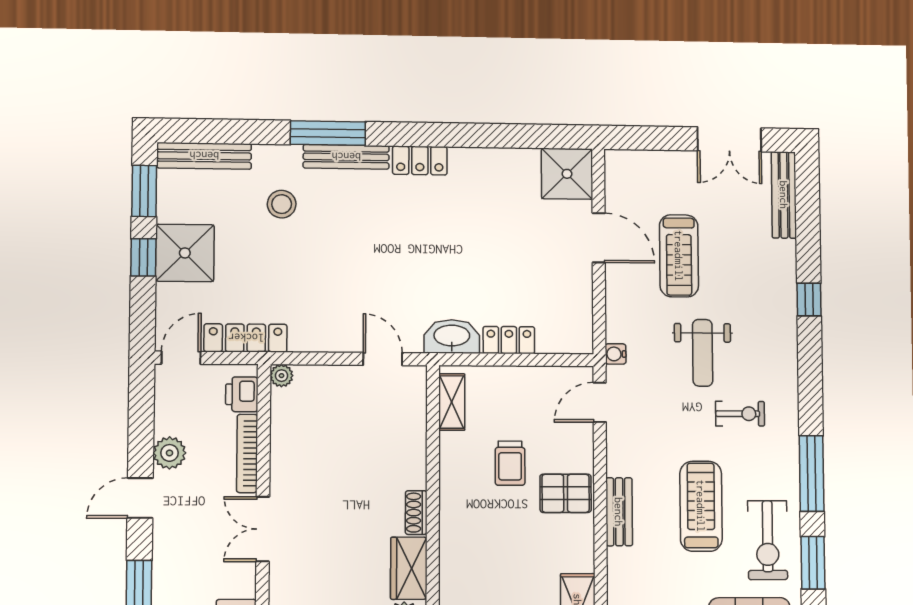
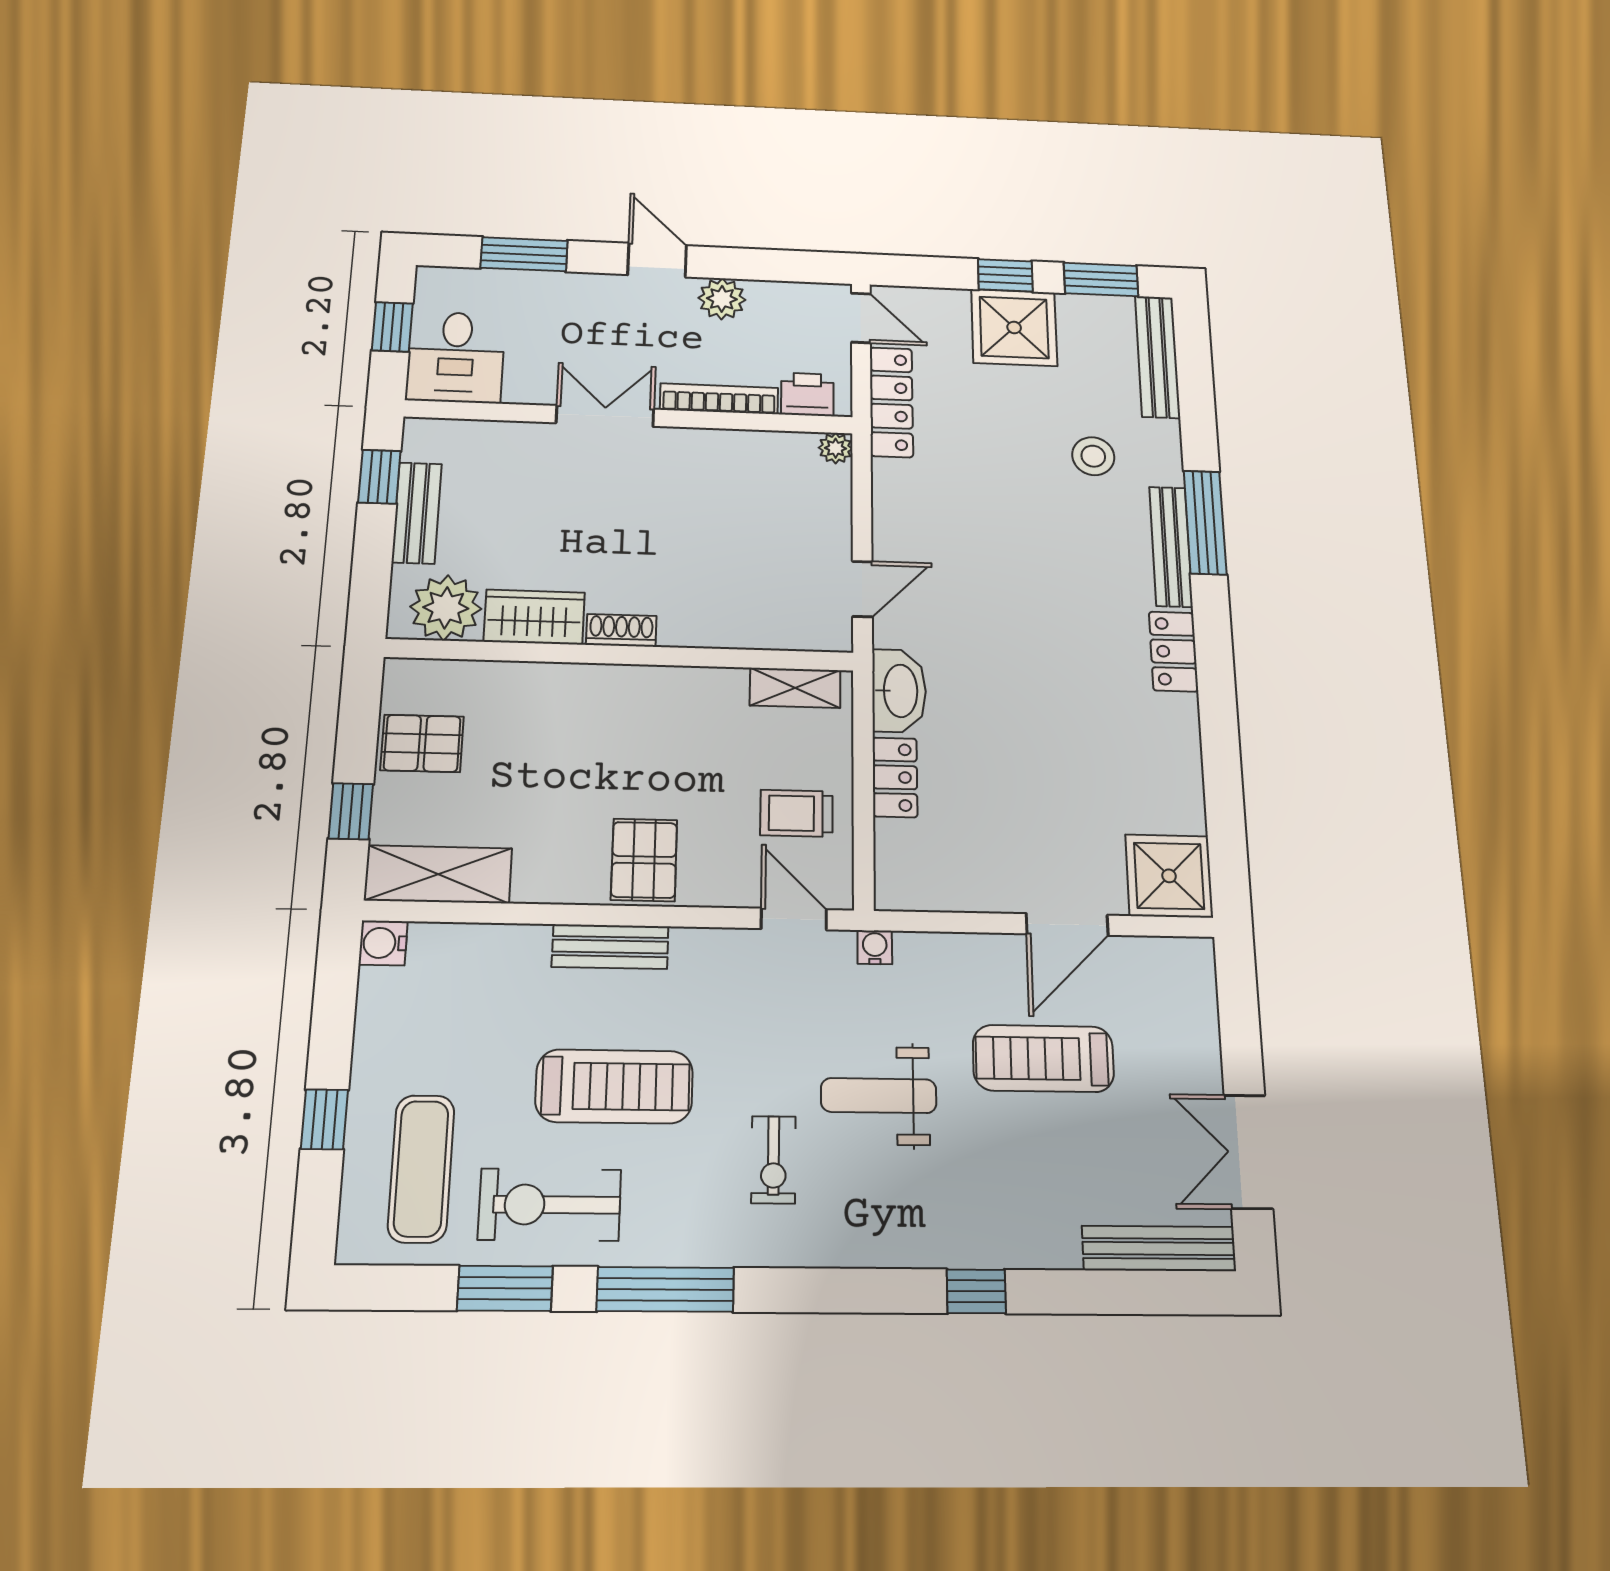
trolley: (510, 463) -> (796, 813), moved

